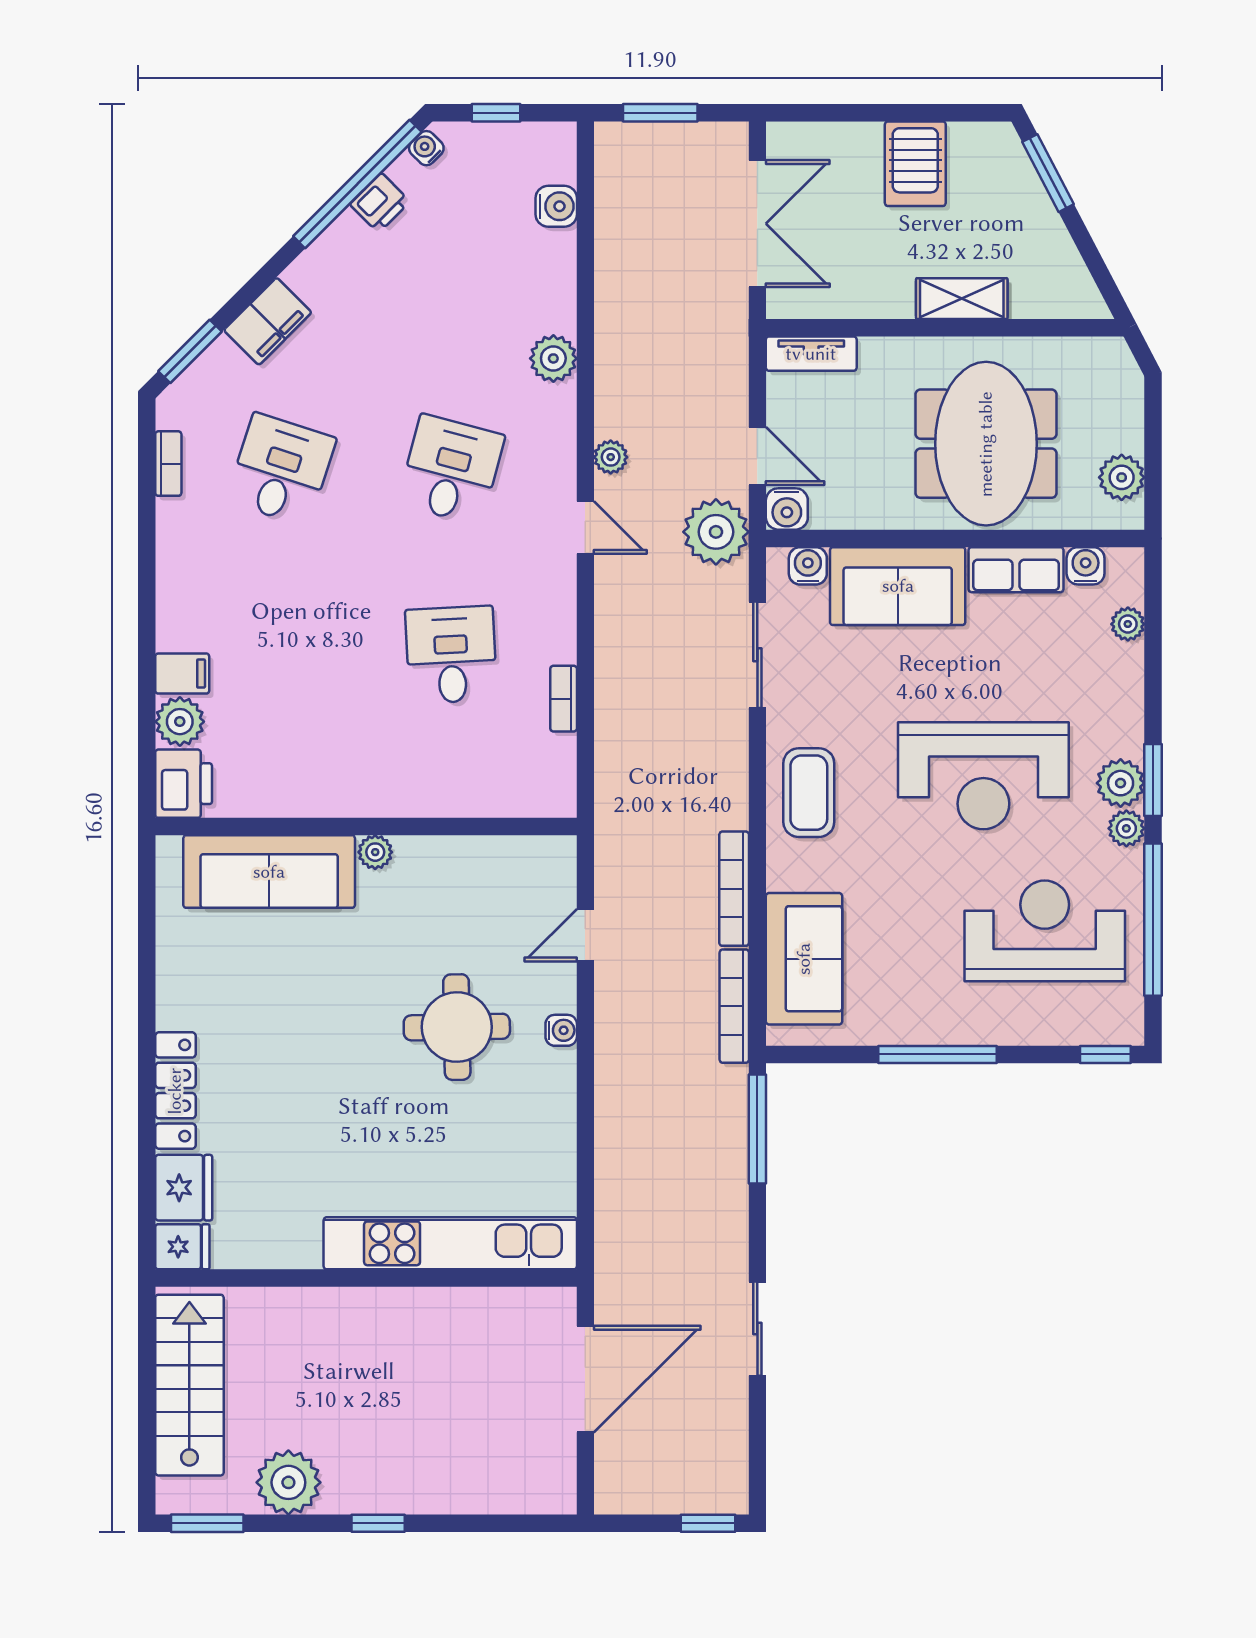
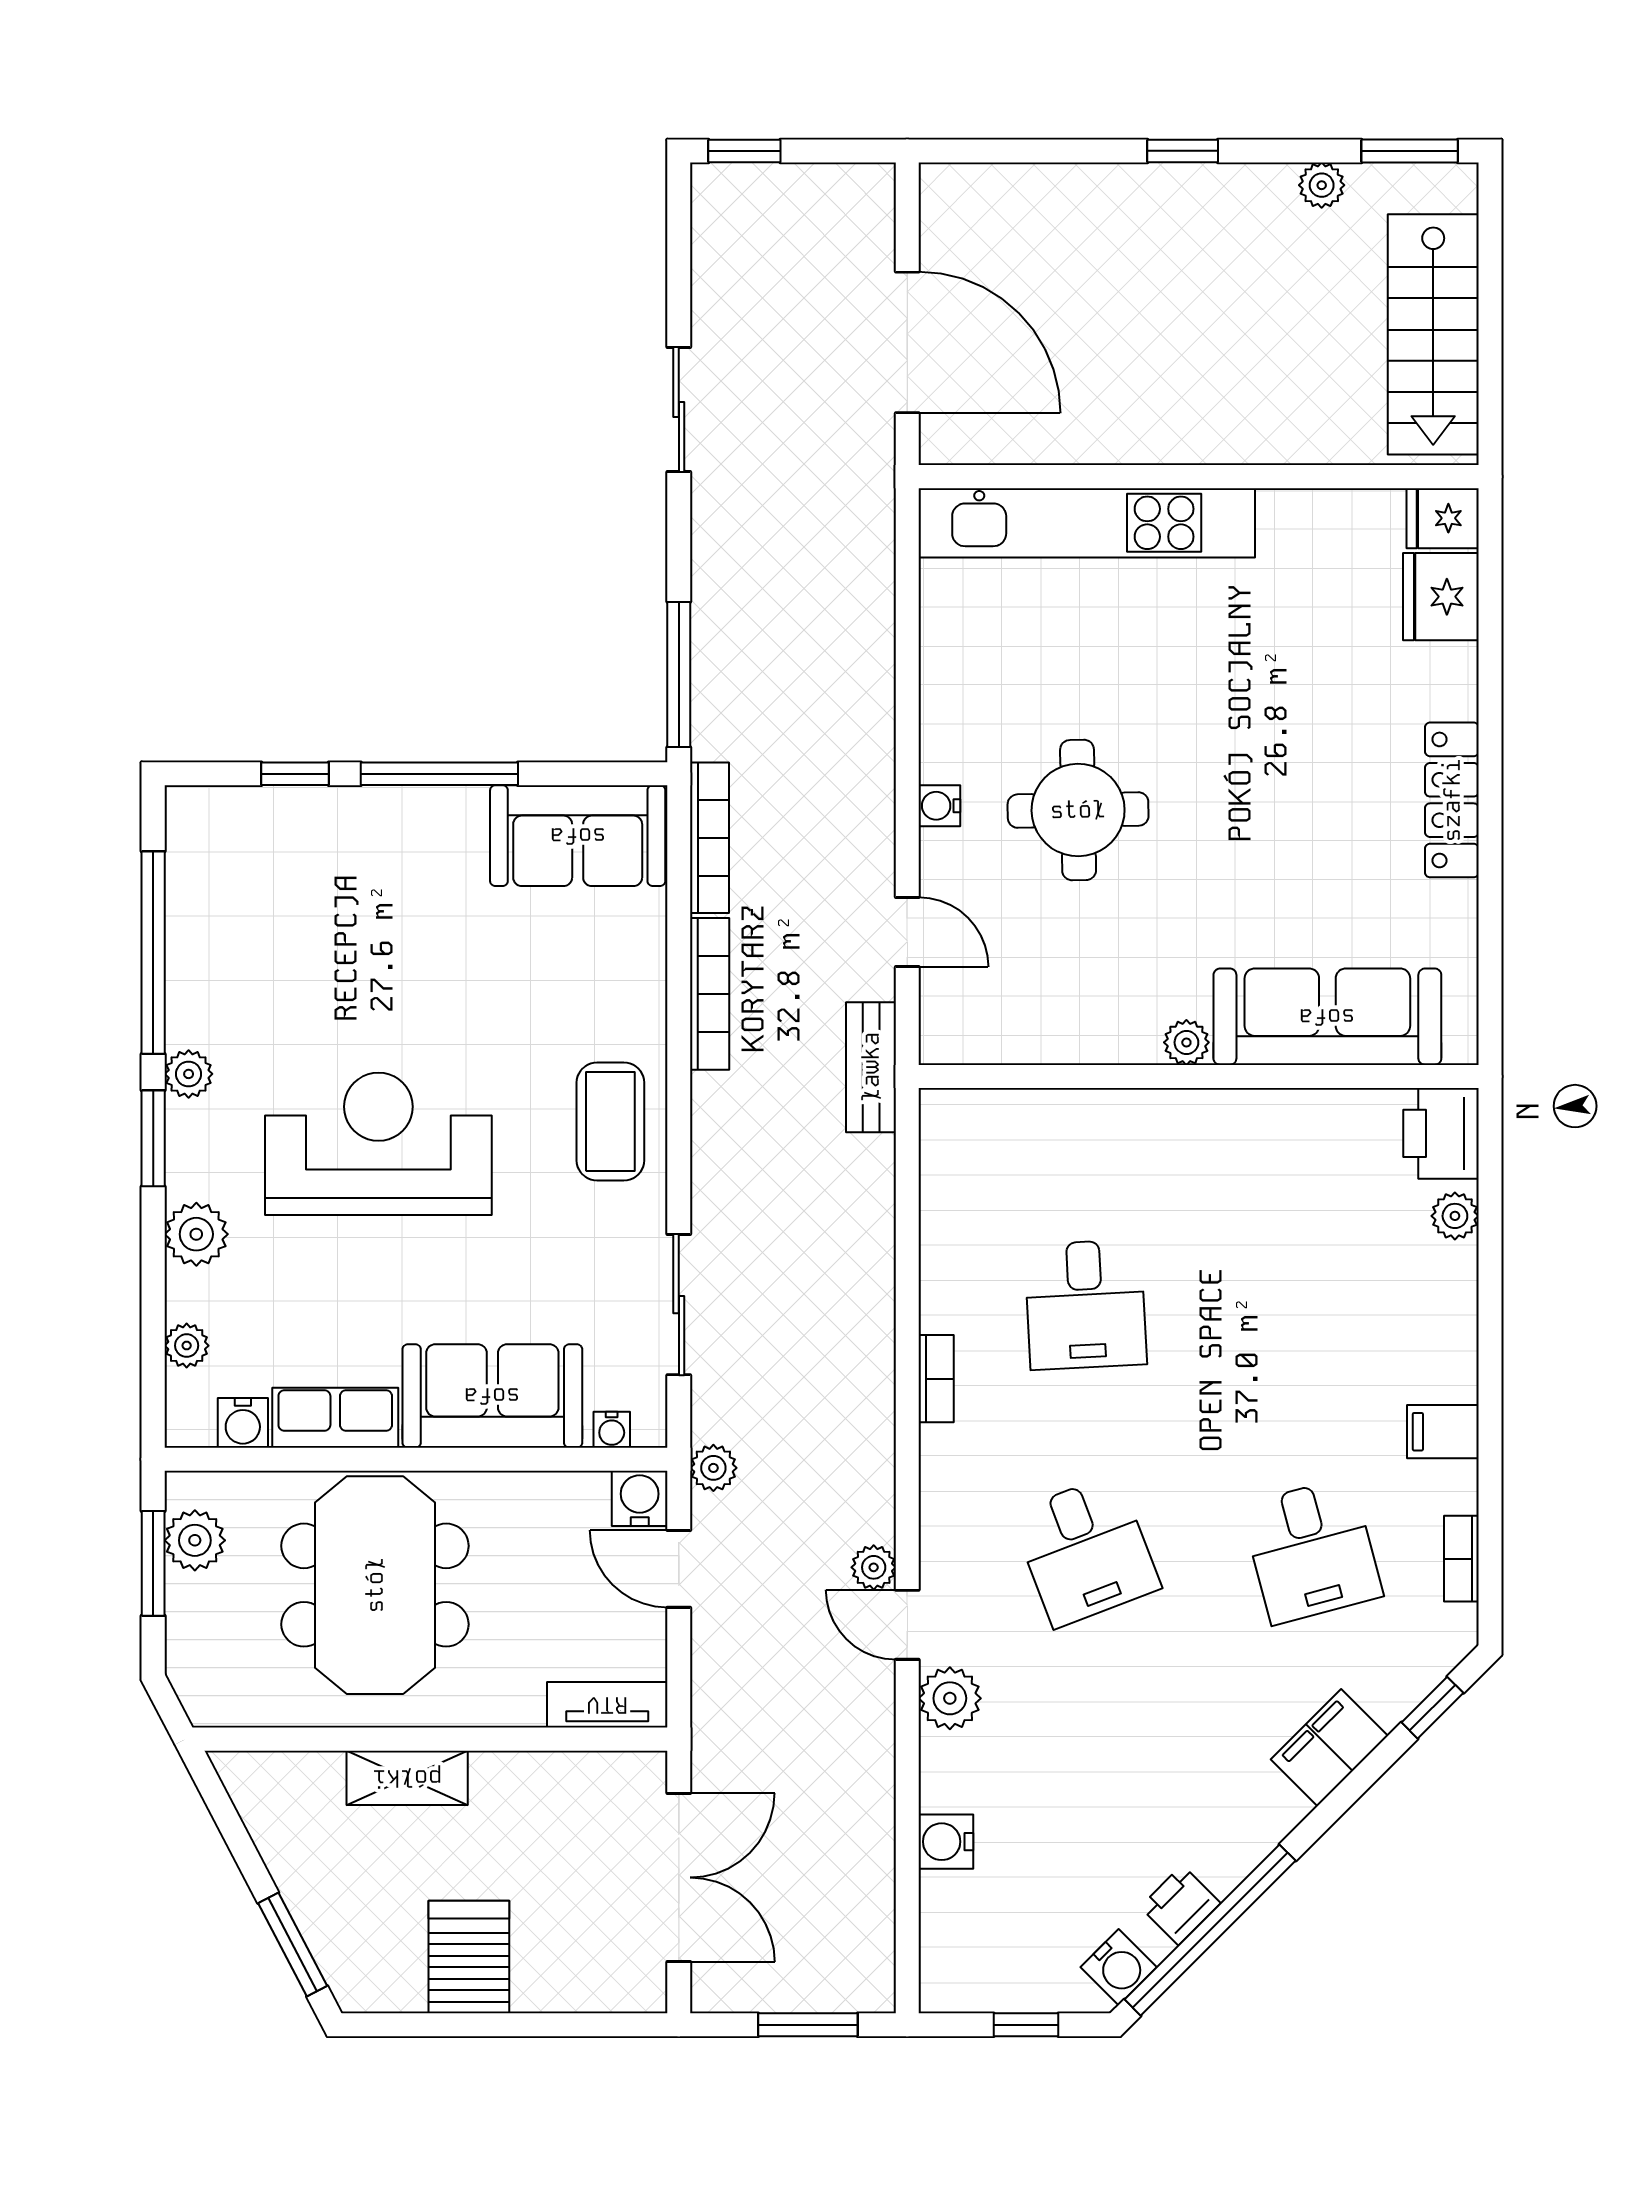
water cooler: (426, 148) -> (1119, 1967), width x1.38, depth x1.38
water cooler: (556, 206) -> (946, 1842), moved
double door: (757, 224) -> (679, 1877), swing flipped
window: (190, 351) -> (1432, 1708), width x0.67
window: (1153, 460) -> (153, 1563), added
desk: (281, 470) -> (1312, 1551), turned -33
desk: (451, 470) -> (1086, 1551), turned -36
door: (585, 528) -> (907, 1625), moved
plant: (716, 532) -> (713, 1468), width x0.53, depth x0.53
water cooler: (808, 566) -> (612, 1430), width x0.72, depth x0.72
filing cabinet: (182, 674) -> (1443, 1432), moved
bookcase: (564, 699) -> (936, 1379), moved
plant: (180, 722) -> (1455, 1216), width x0.73, depth x0.73
plant: (1121, 783) -> (196, 1234), moved
bench: (613, 834) -> (871, 1067), added
reception desk: (1045, 931) -> (297, 938), removed
door: (585, 935) -> (907, 932), hinge flipped
sofa: (804, 959) -> (578, 836), moved, turned -90
window: (1105, 1054) -> (295, 774), moved
locker: (175, 1091) -> (1452, 800), moved
door: (585, 1379) -> (907, 342), swing flipped
plant: (288, 1482) -> (1322, 185), width x0.53, depth x0.53

